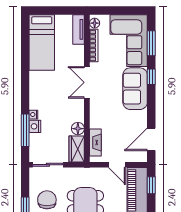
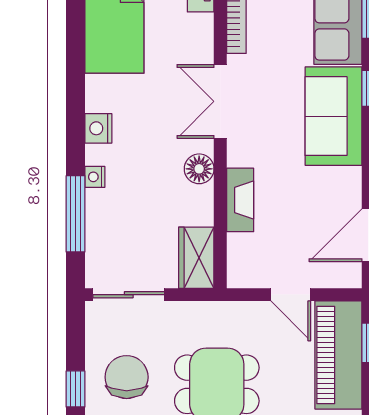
nightstand: (35, 126) -> (98, 128), moved
floor lamp: (78, 129) -> (199, 169), moved
fireplace: (95, 143) -> (240, 200), moved

